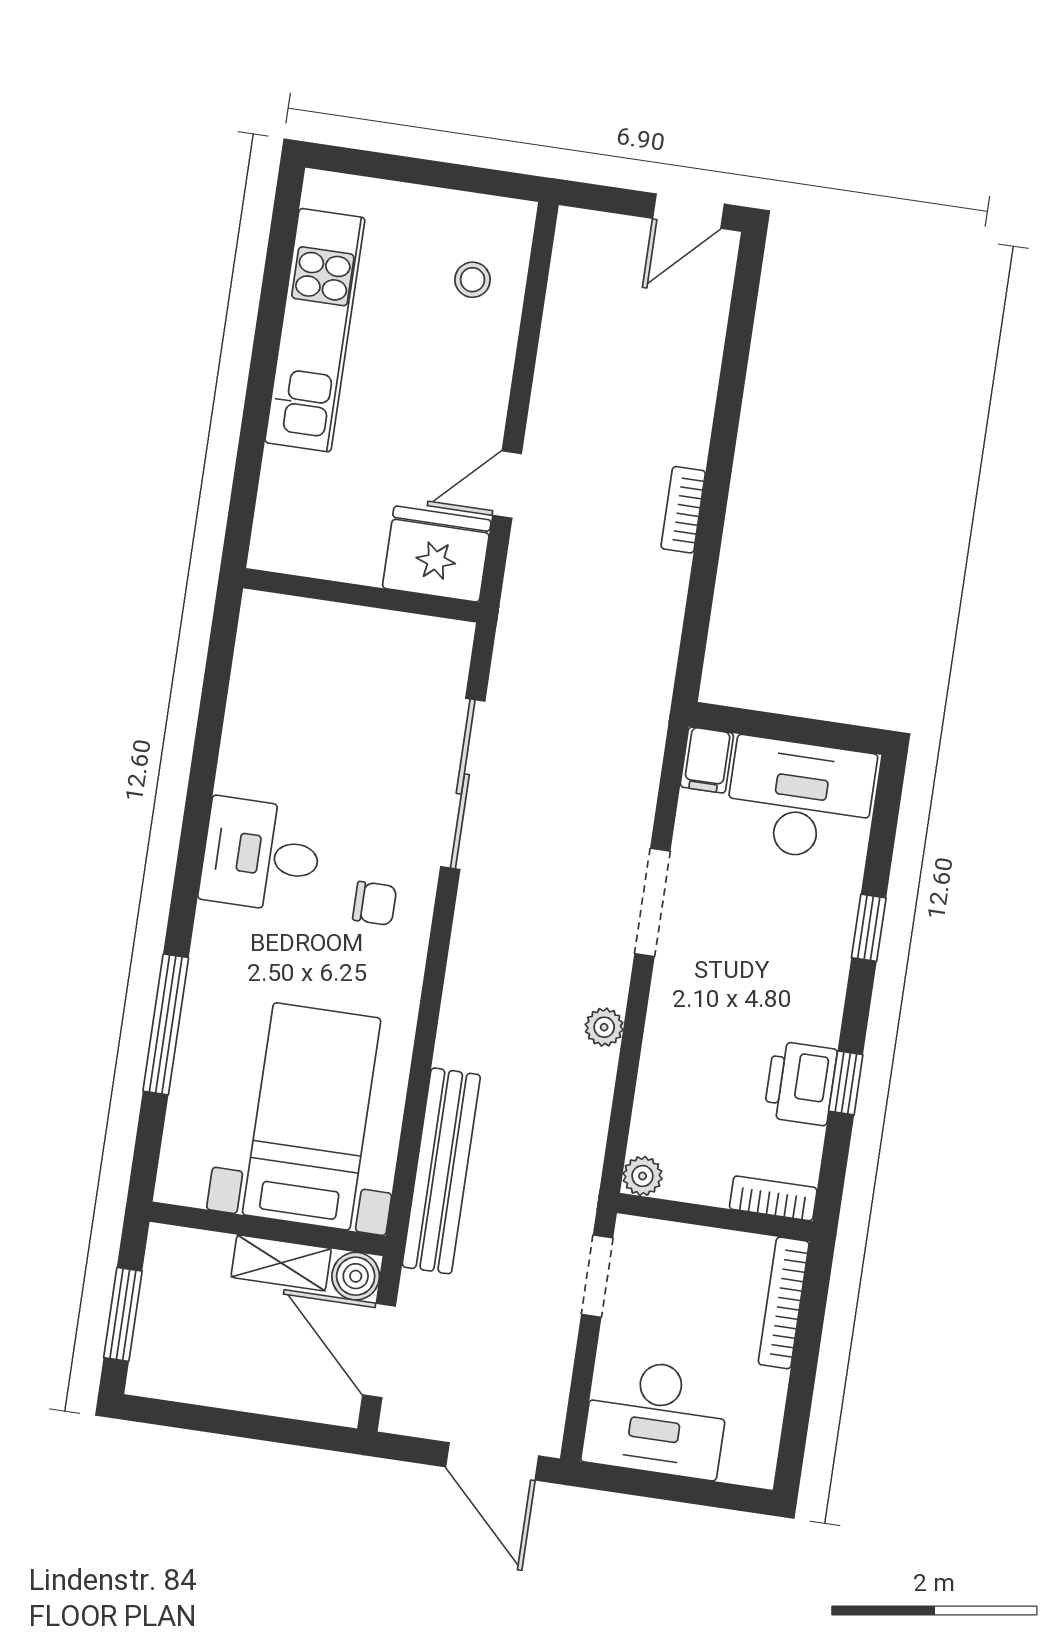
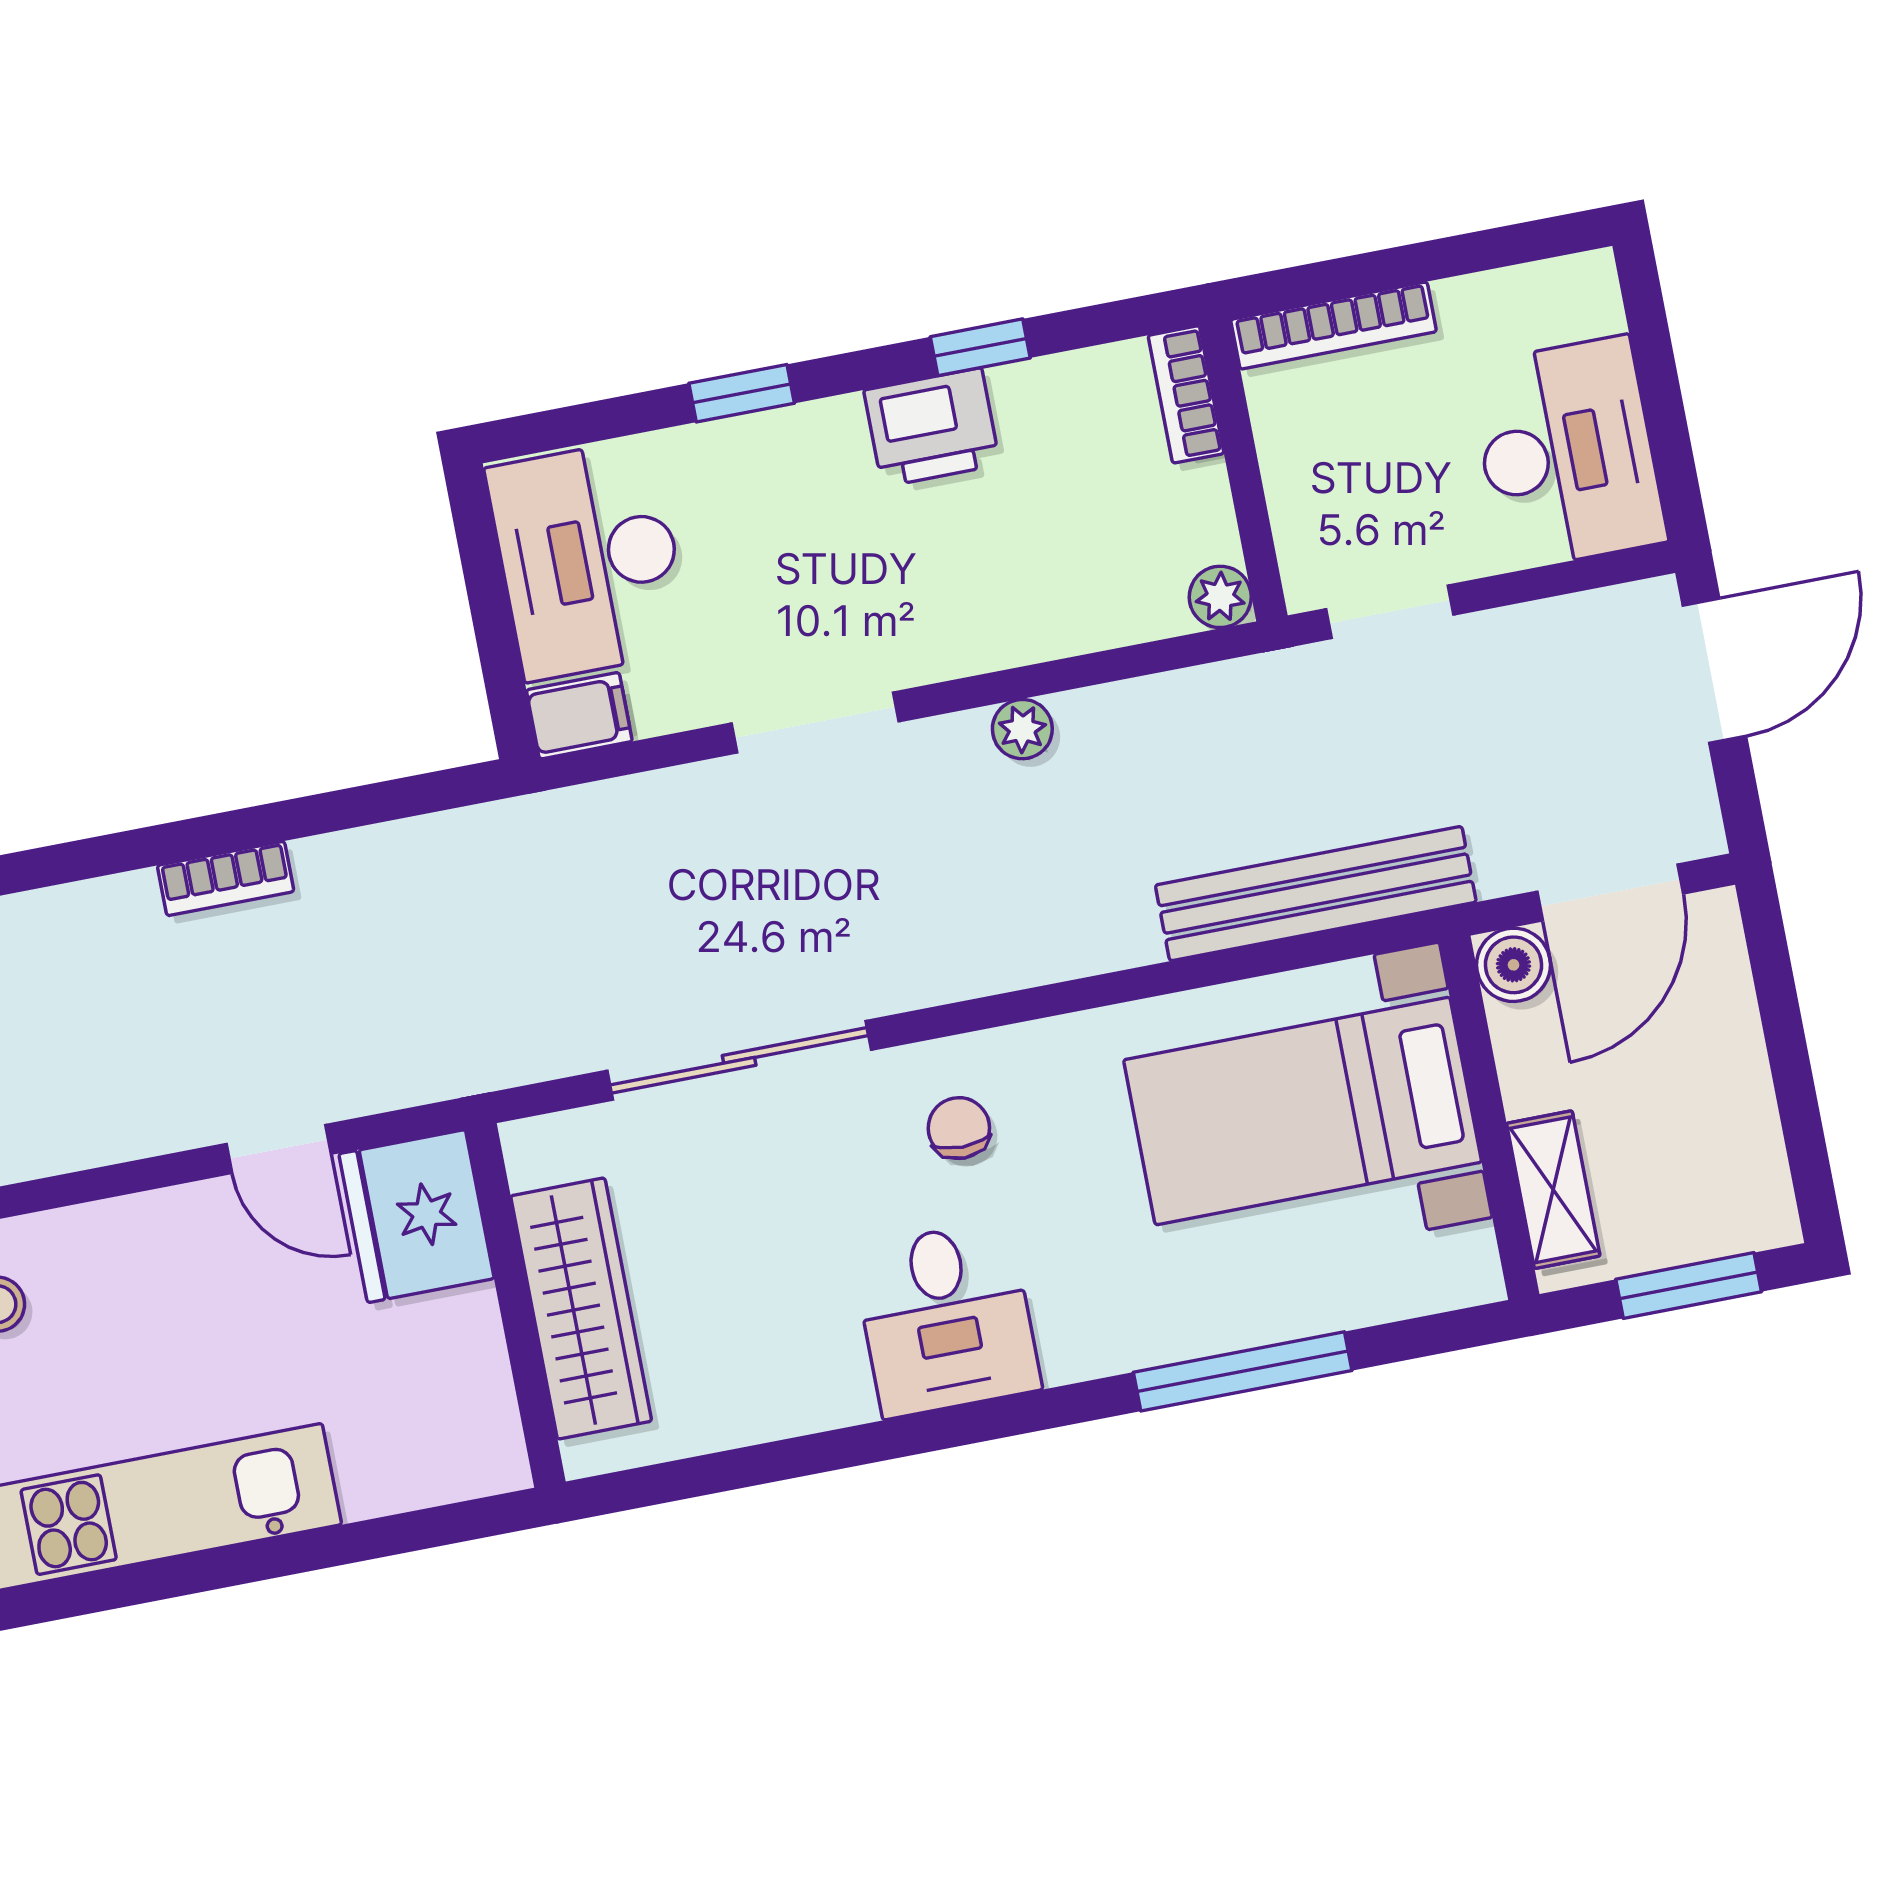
wardrobe: (345, 635) -> (581, 1309), added
printer: (800, 1083) -> (932, 427), moved
shelving: (281, 1263) -> (1553, 1190), moved

